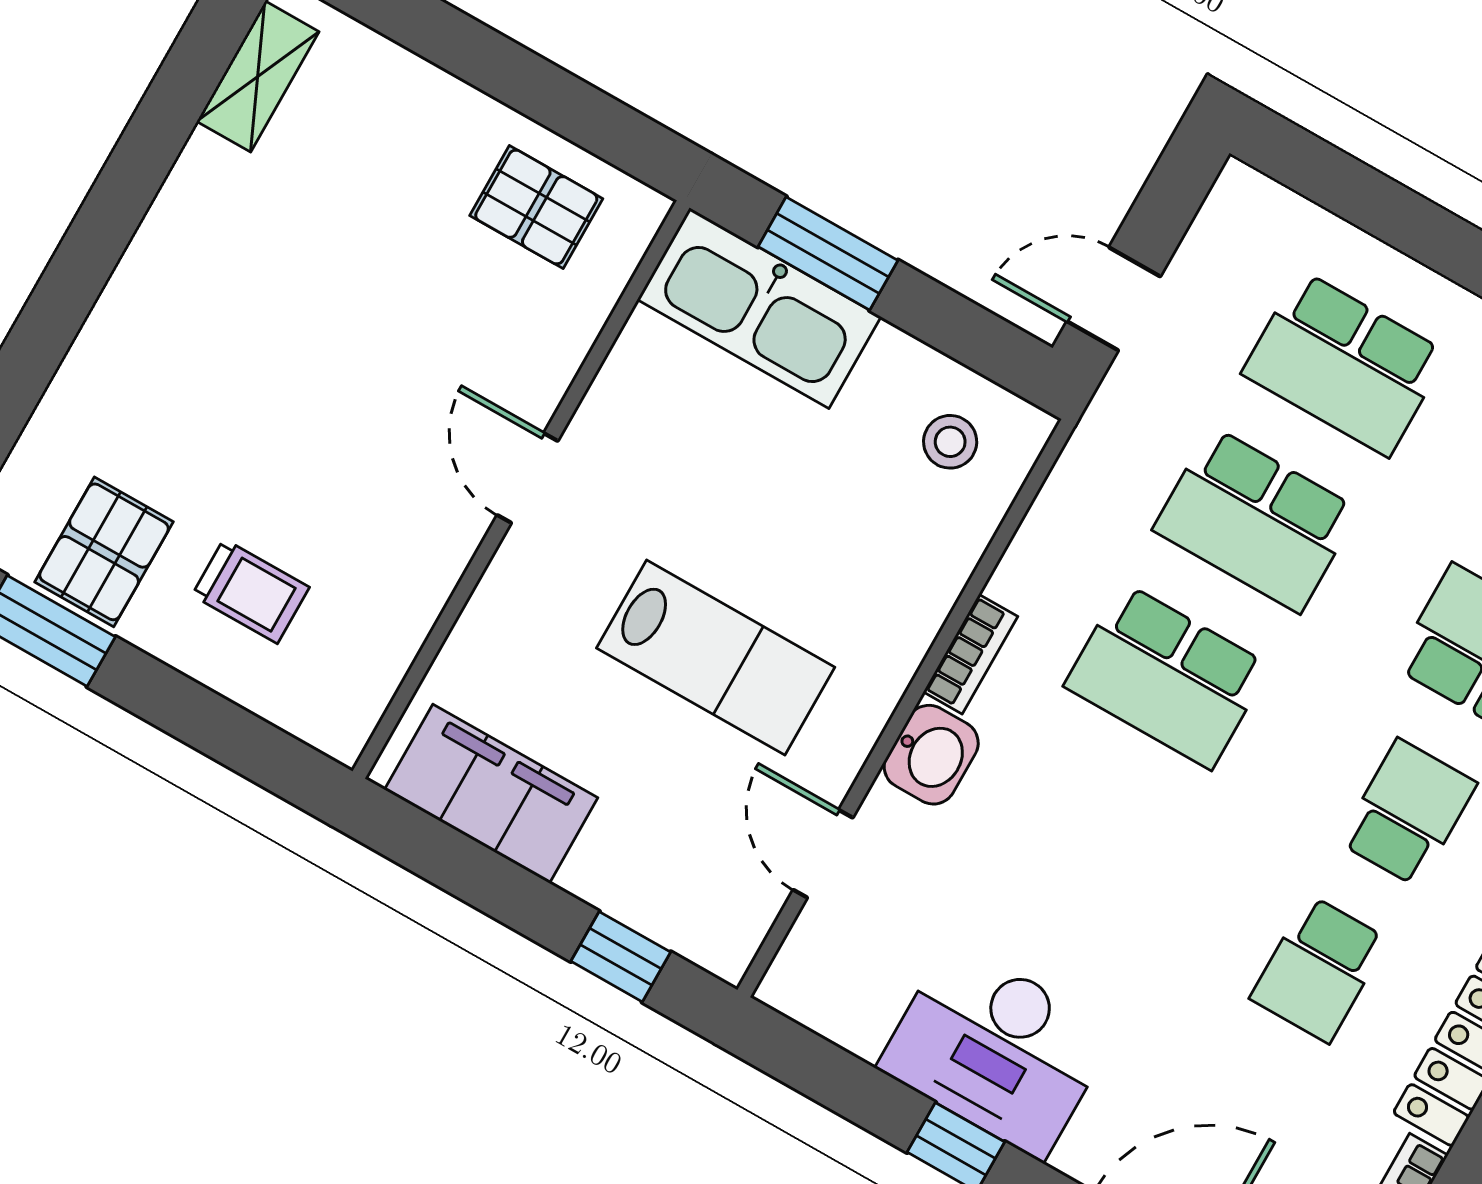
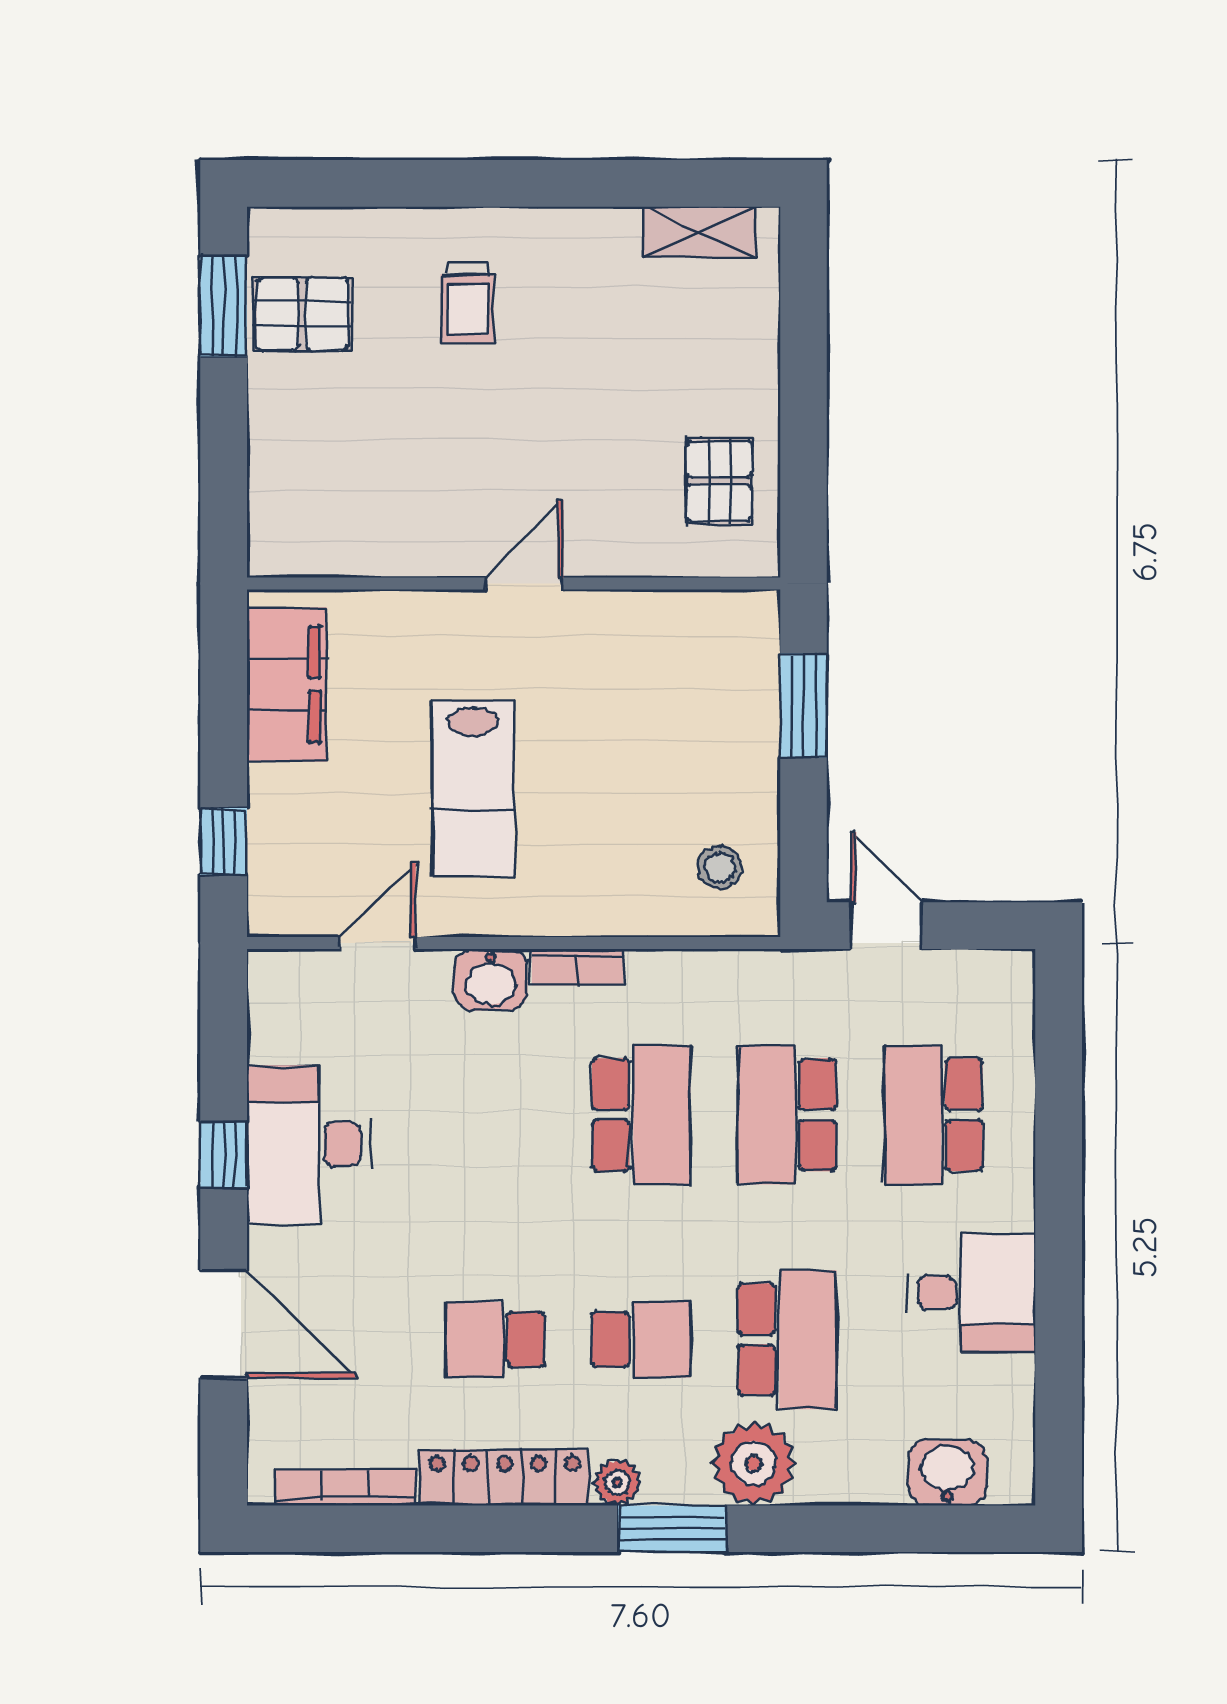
kitchen sink: (759, 308) -> (737, 679), removed
trolley: (251, 591) -> (467, 303), moved
school desk: (1167, 676) -> (641, 1115), turned 180

